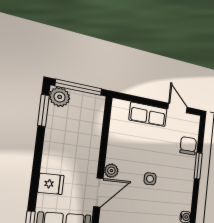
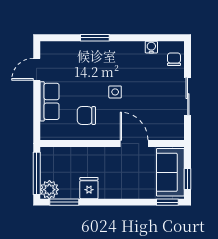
chair: (188, 146) -> (86, 116), moved
plant: (111, 171) -> (112, 133), removed
fridge: (51, 184) -> (89, 188), moved

